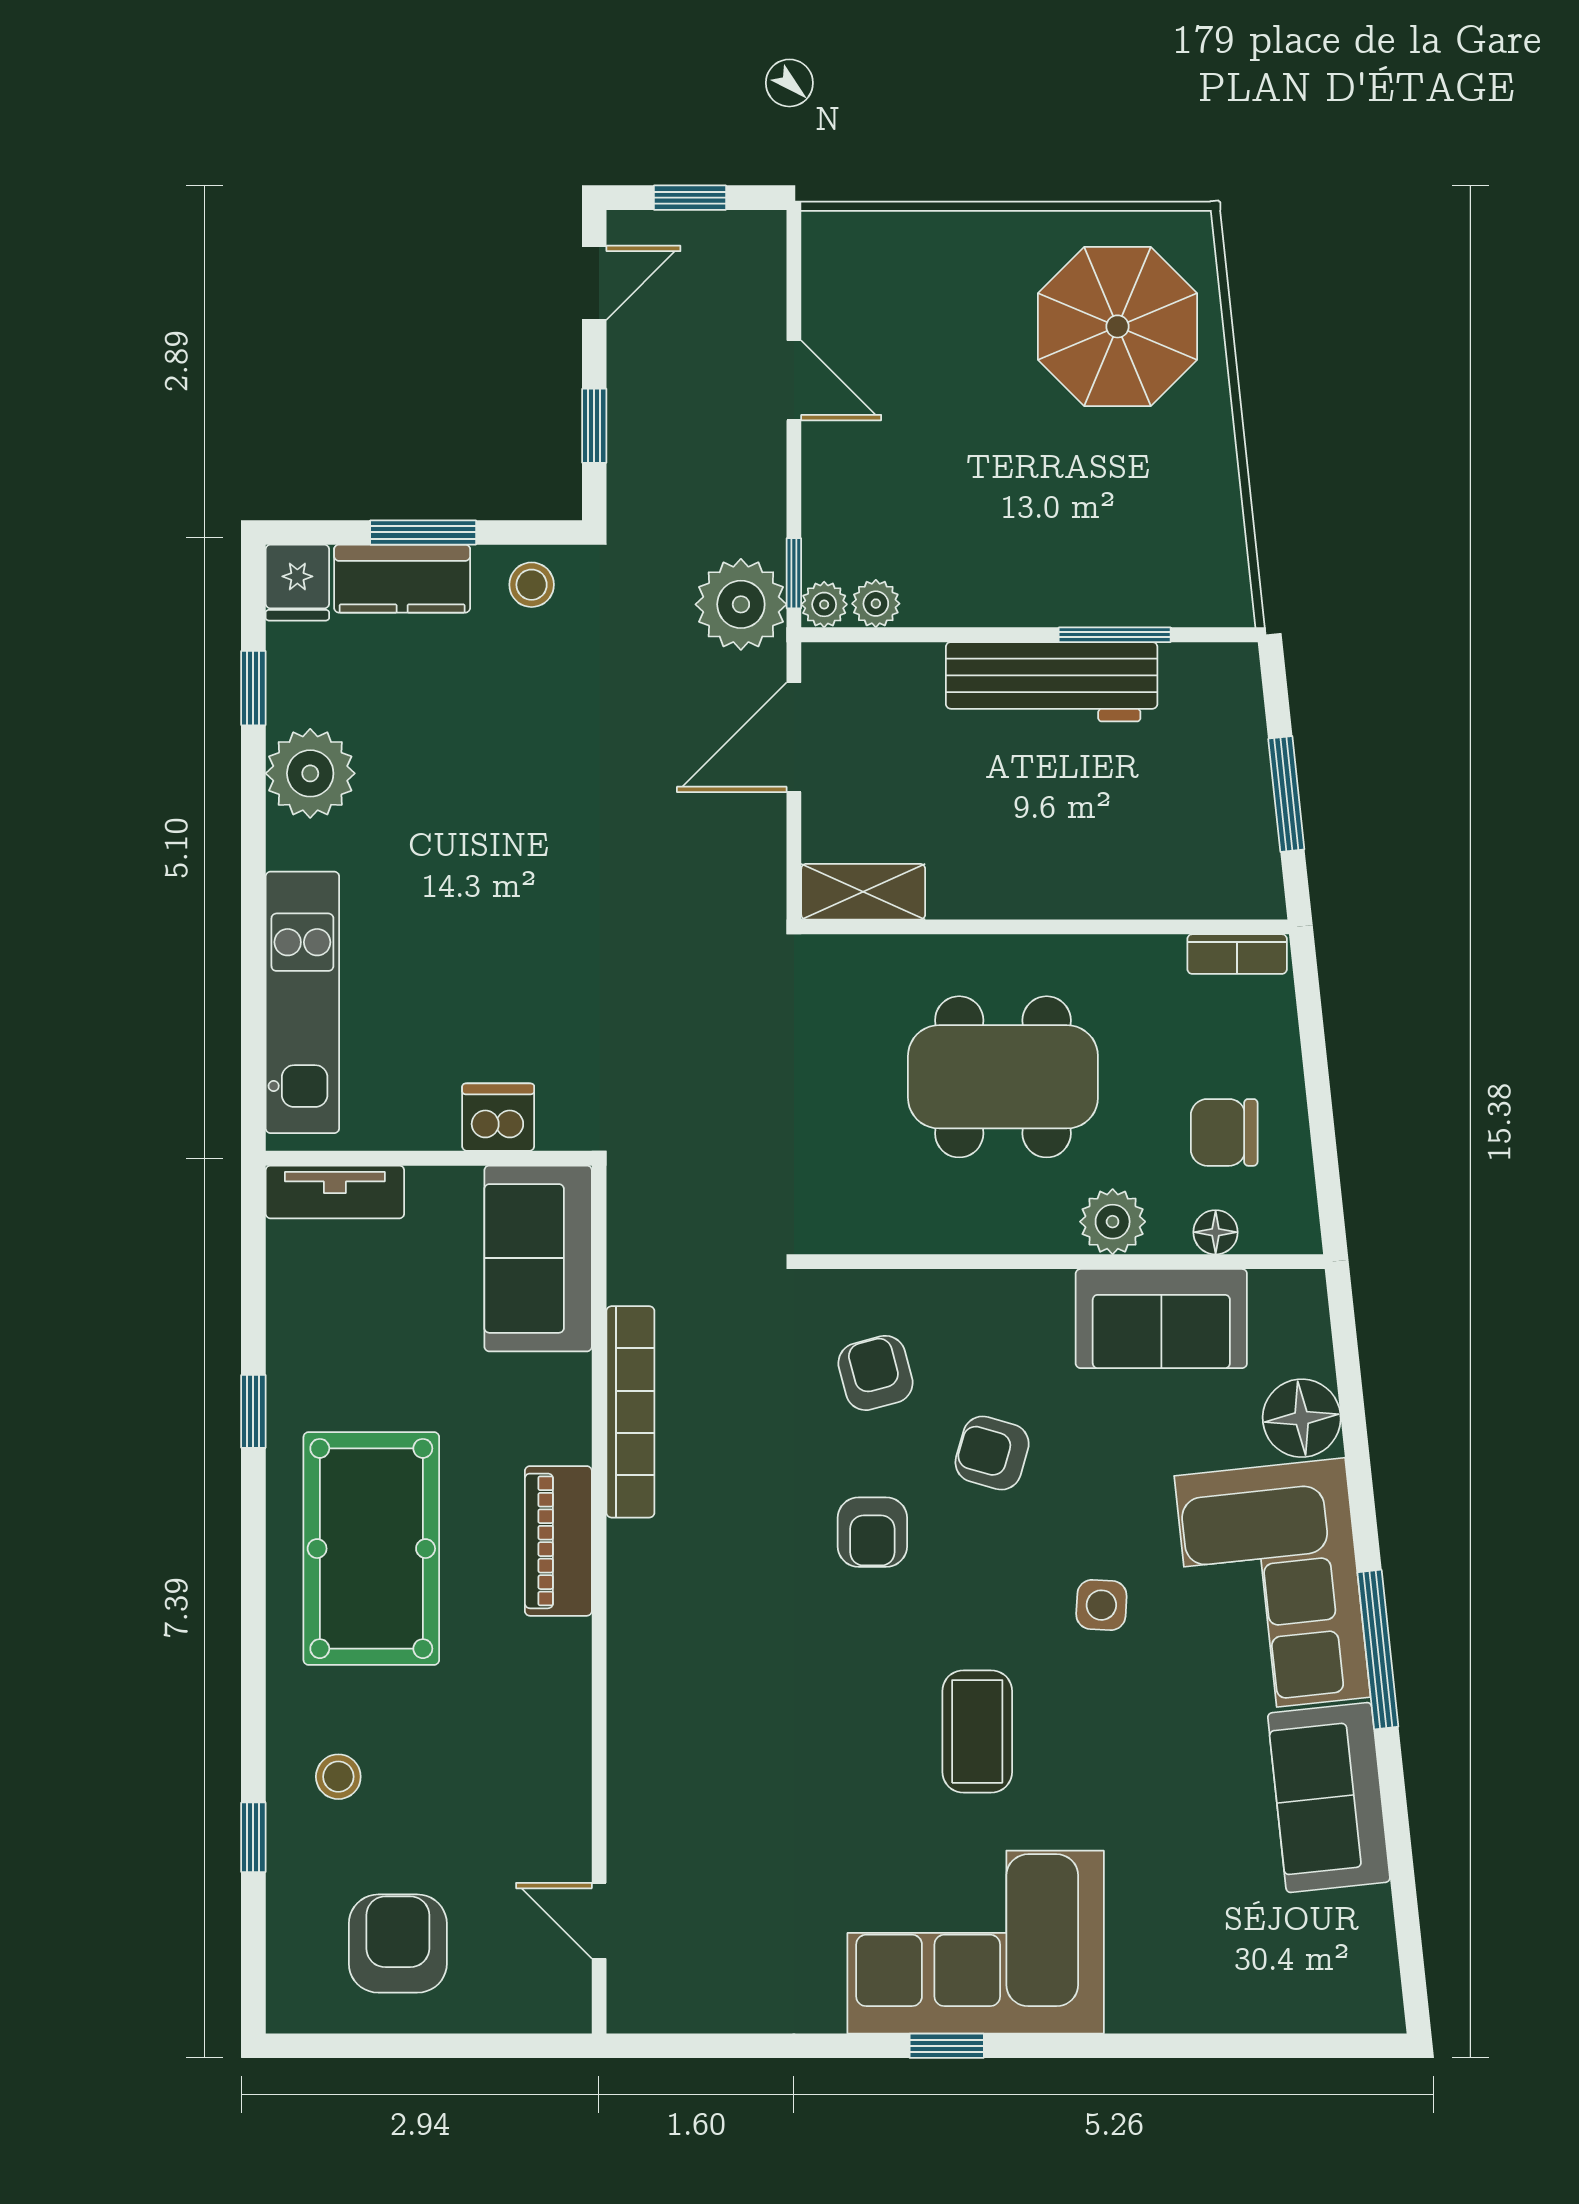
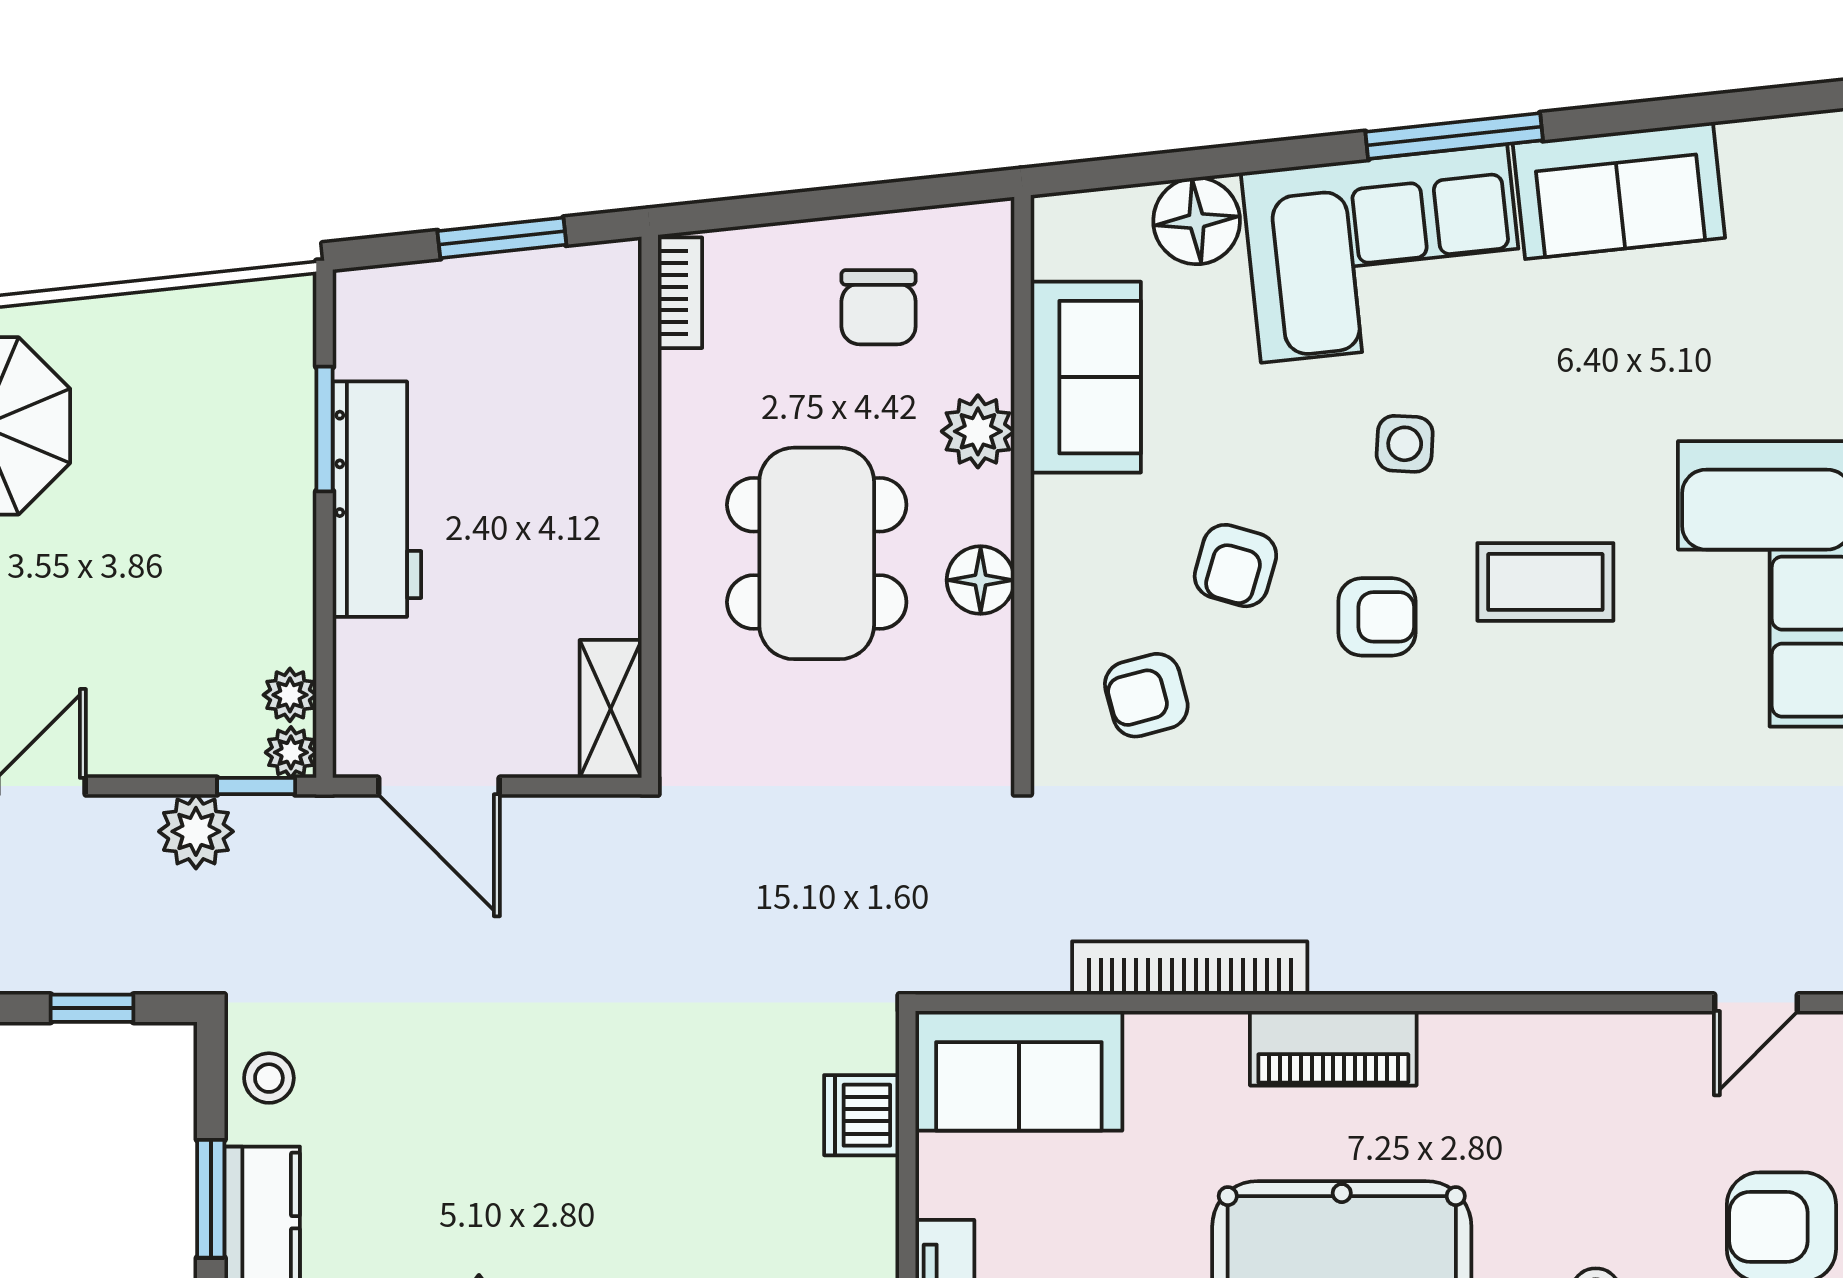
plant: (741, 604) -> (196, 831), moved, width x0.73, depth x0.73
floor lamp: (1216, 1232) -> (981, 580), moved, width x1.37, depth x1.37
armchair: (872, 1532) -> (1377, 617), moved

